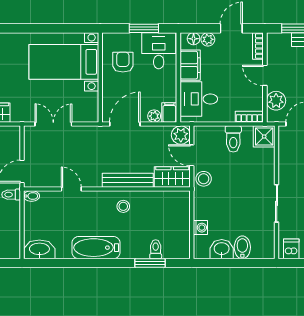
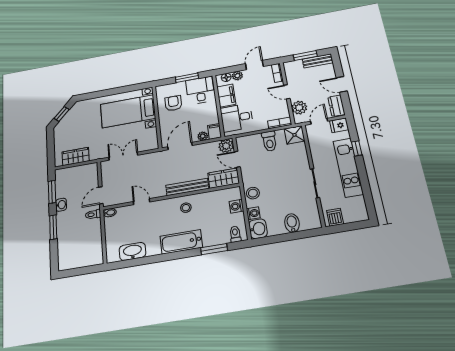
stool: (204, 179) -> (253, 193), moved
washing machine: (182, 215) -> (236, 206), added
bathtub: (96, 248) -> (181, 242), moved
washbasin: (39, 249) -> (132, 251), moved
toilet: (156, 249) -> (235, 234), moved
washbasin: (222, 249) -> (258, 229), moved, turned 90

